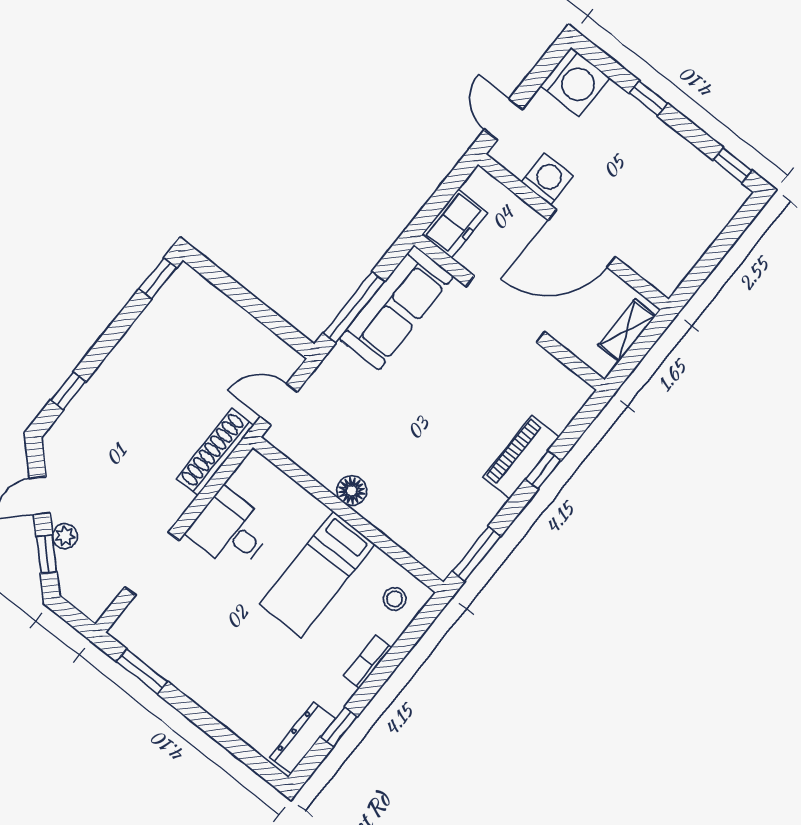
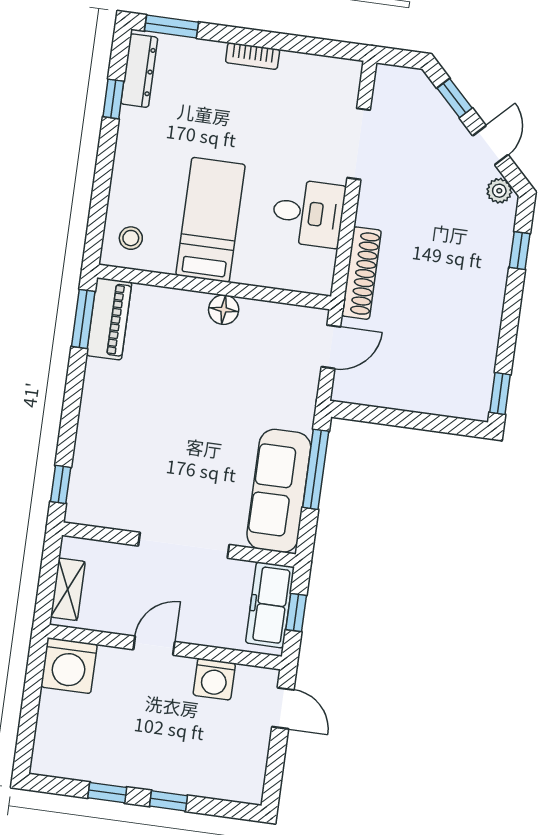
washing machine: (575, 82) -> (69, 666), moved, turned -90
window: (733, 165) -> (107, 793), moved
window: (443, 195) -> (296, 613), added
freezer: (455, 224) -> (270, 605), width x1.40
door: (582, 238) -> (154, 646), width x0.53
piano: (521, 457) -> (109, 319), moved
window: (543, 470) -> (61, 484), moved
plant: (65, 536) -> (499, 191), moved
bookcase: (367, 662) -> (253, 56), moved, turned 90
window: (142, 672) -> (172, 27), moved

